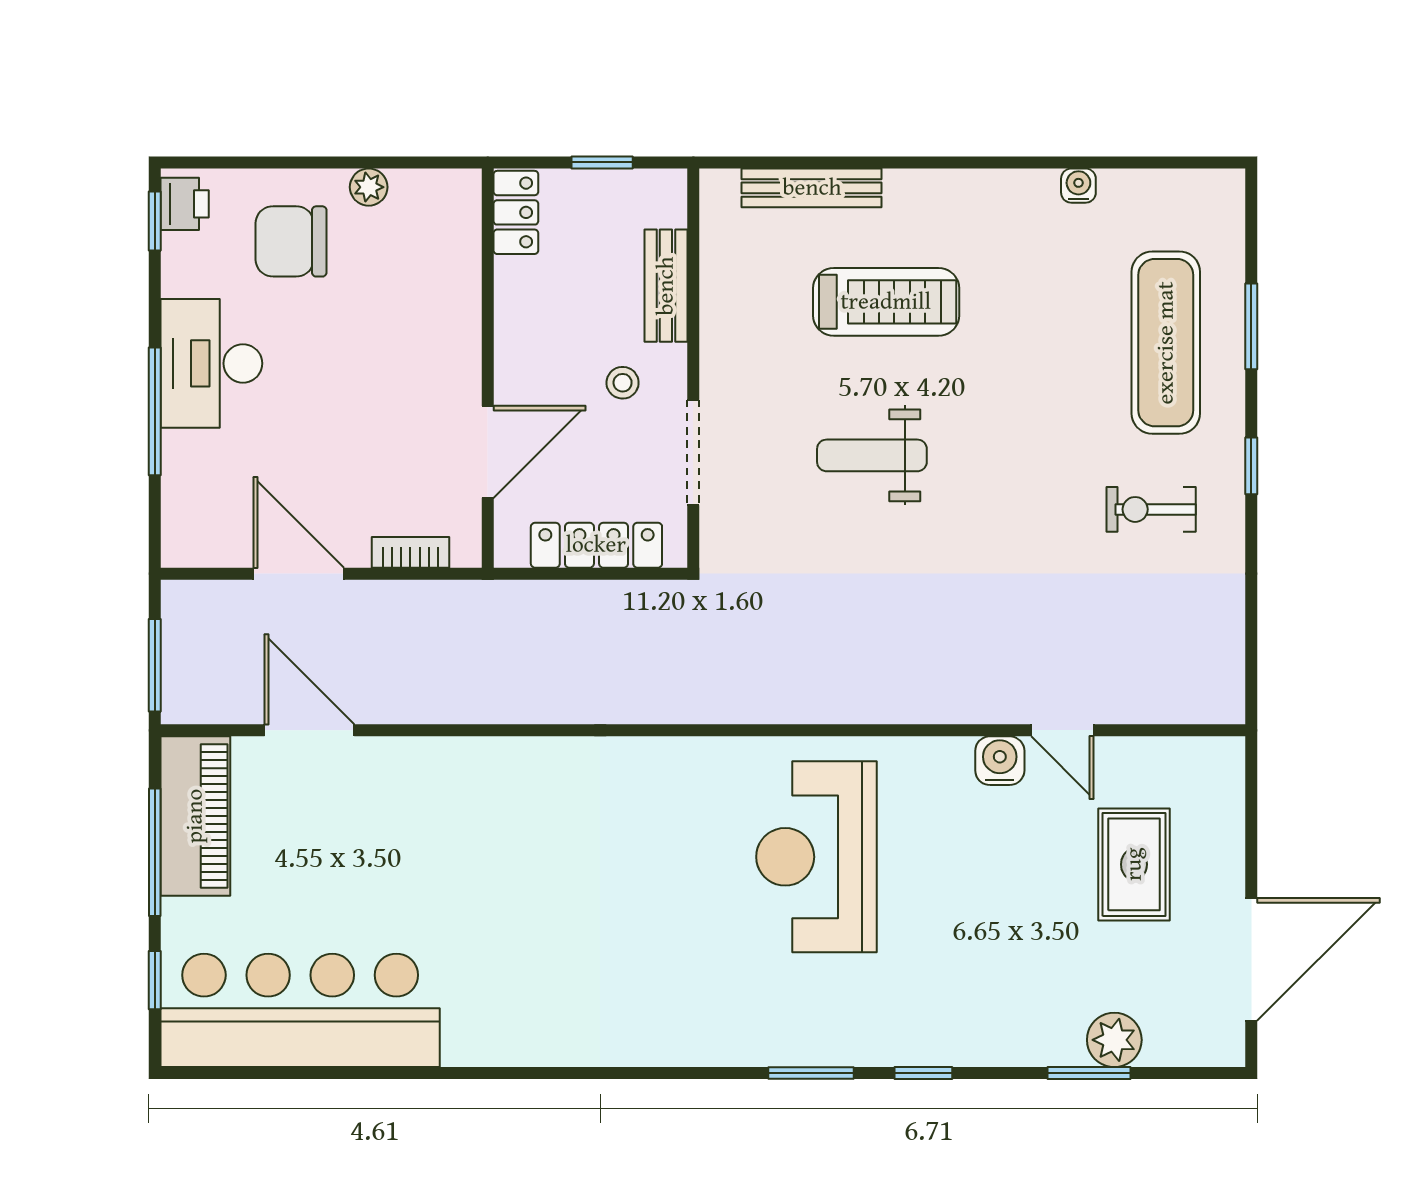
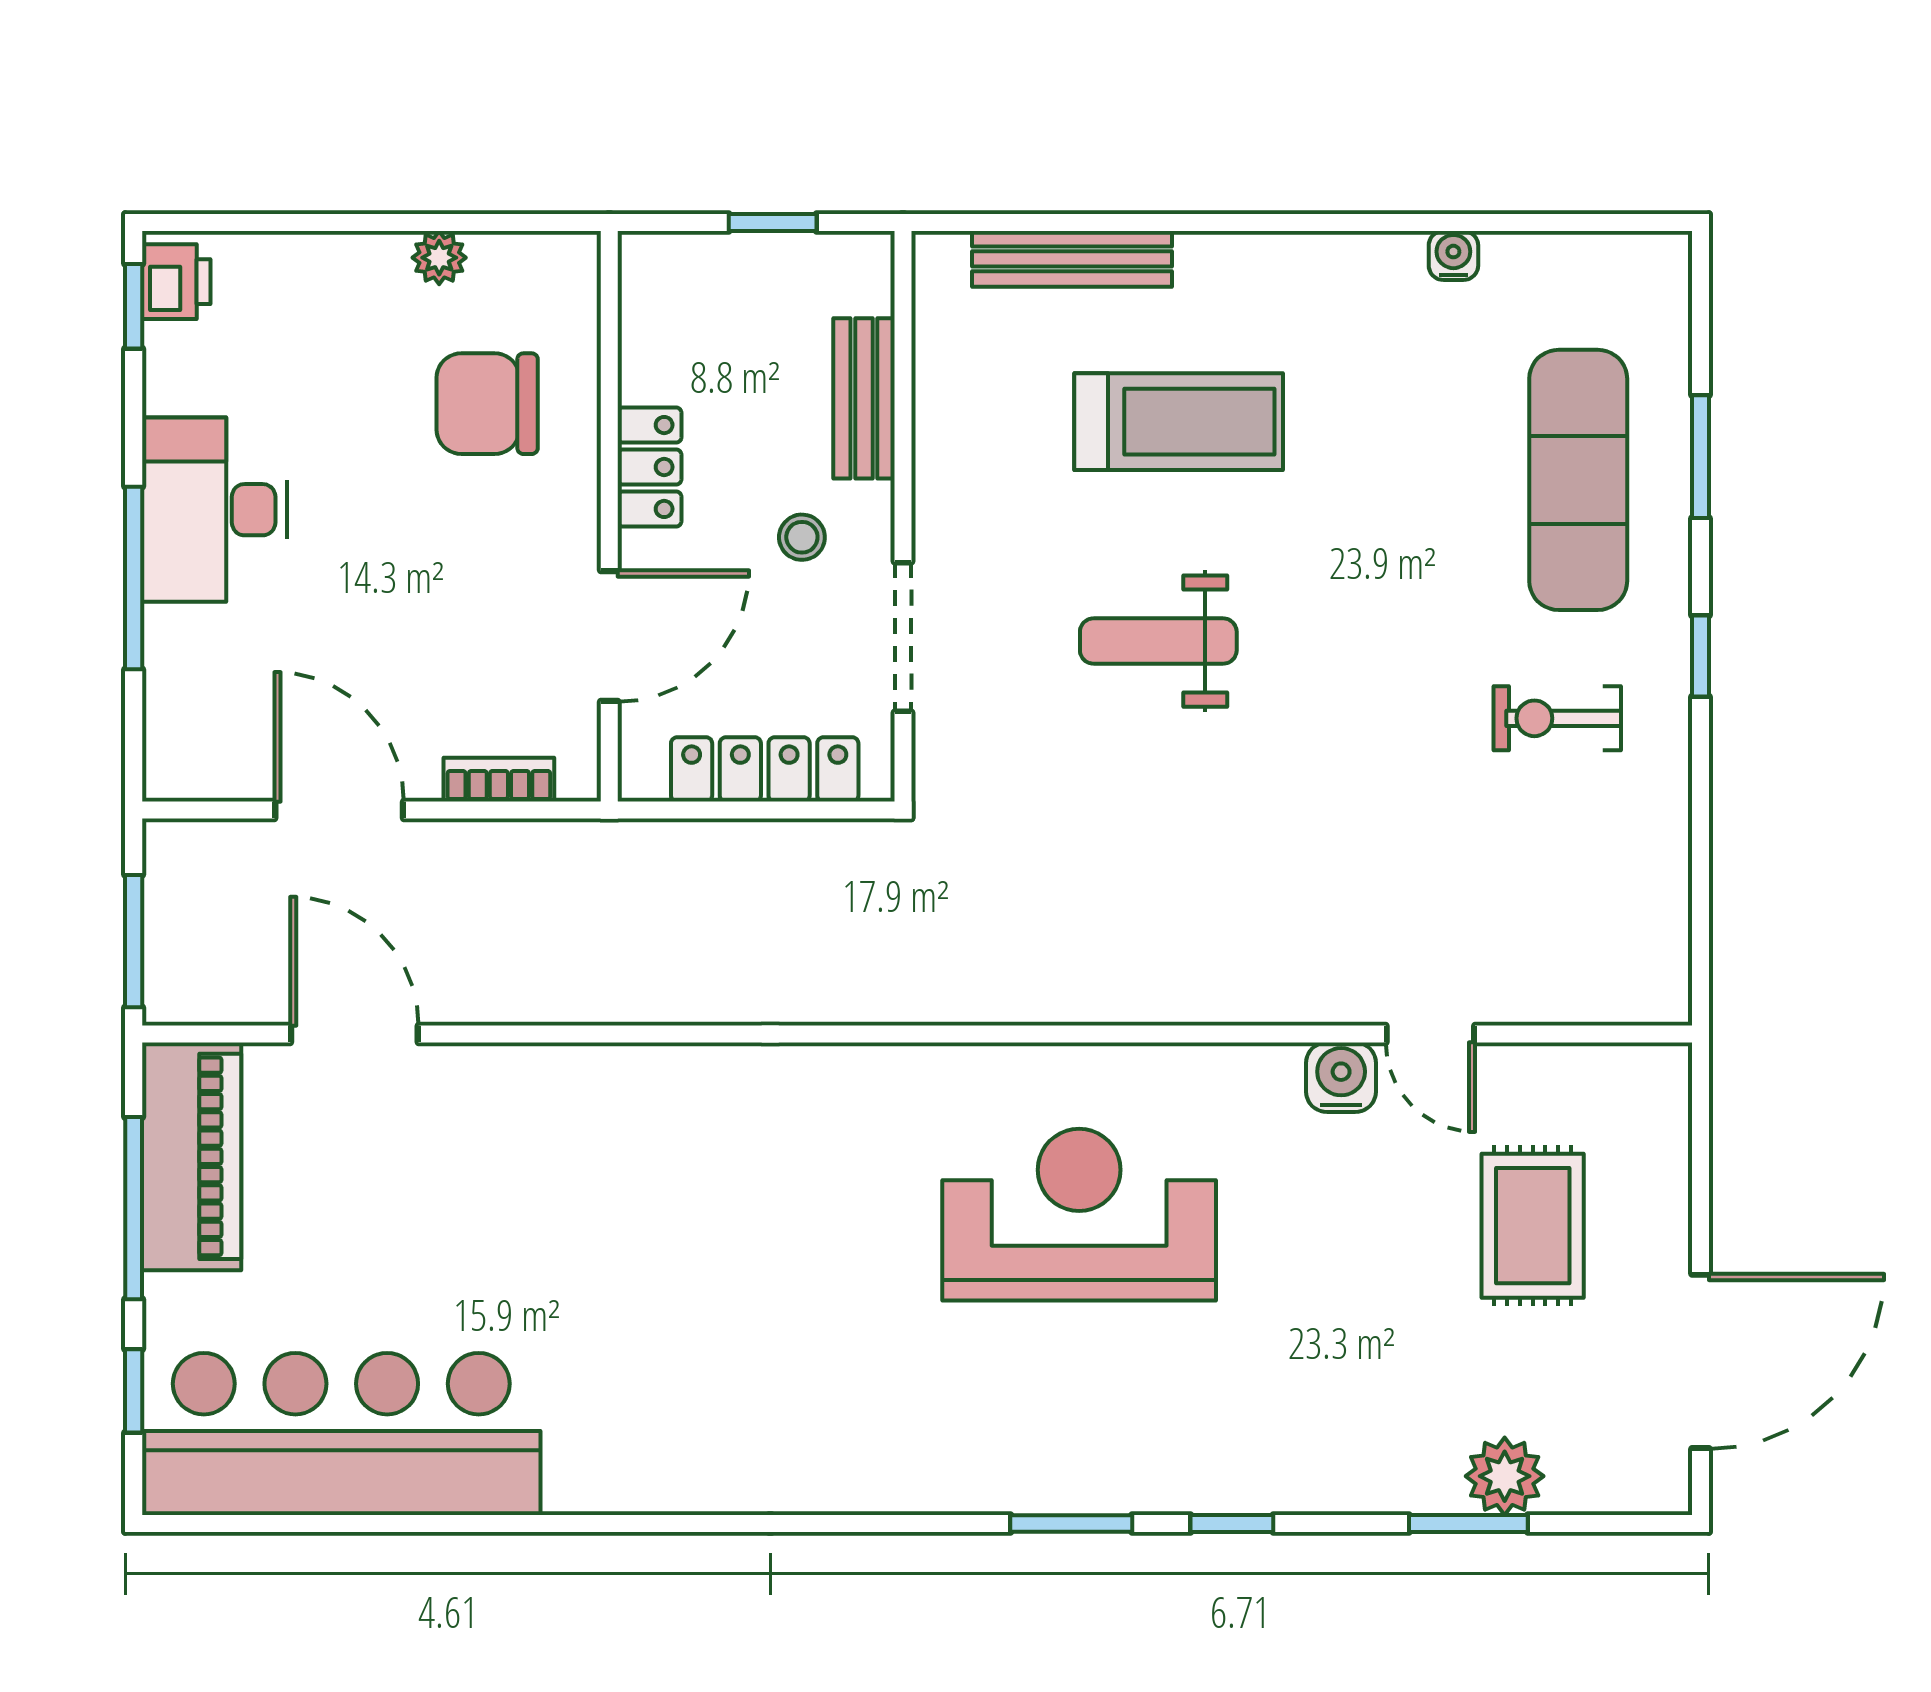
locker: (516, 212) -> (649, 467), moved
chair: (291, 241) -> (487, 404), moved
reception desk: (816, 857) -> (1079, 1215), turned 90

